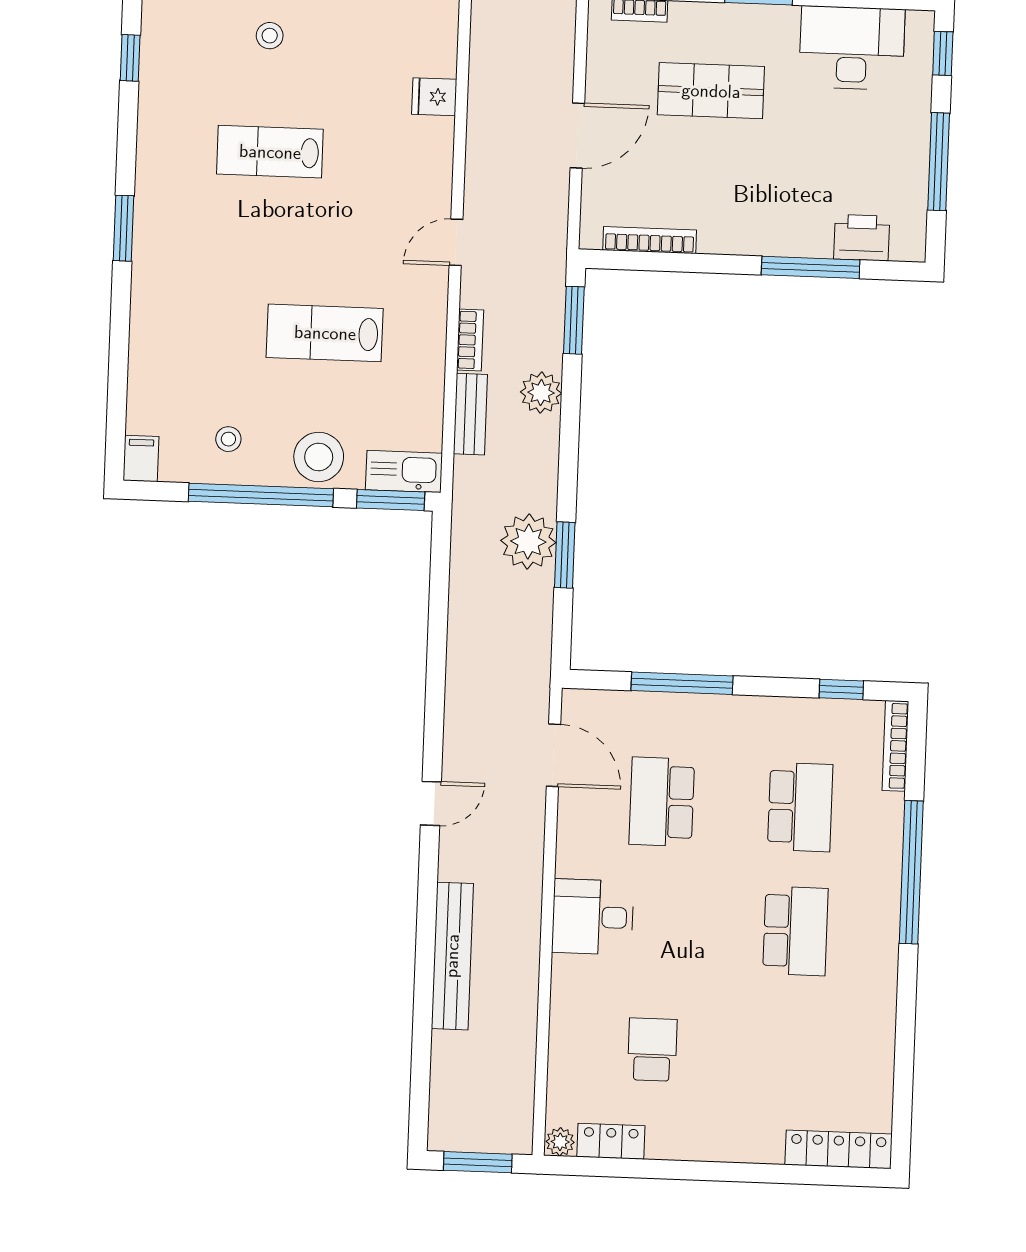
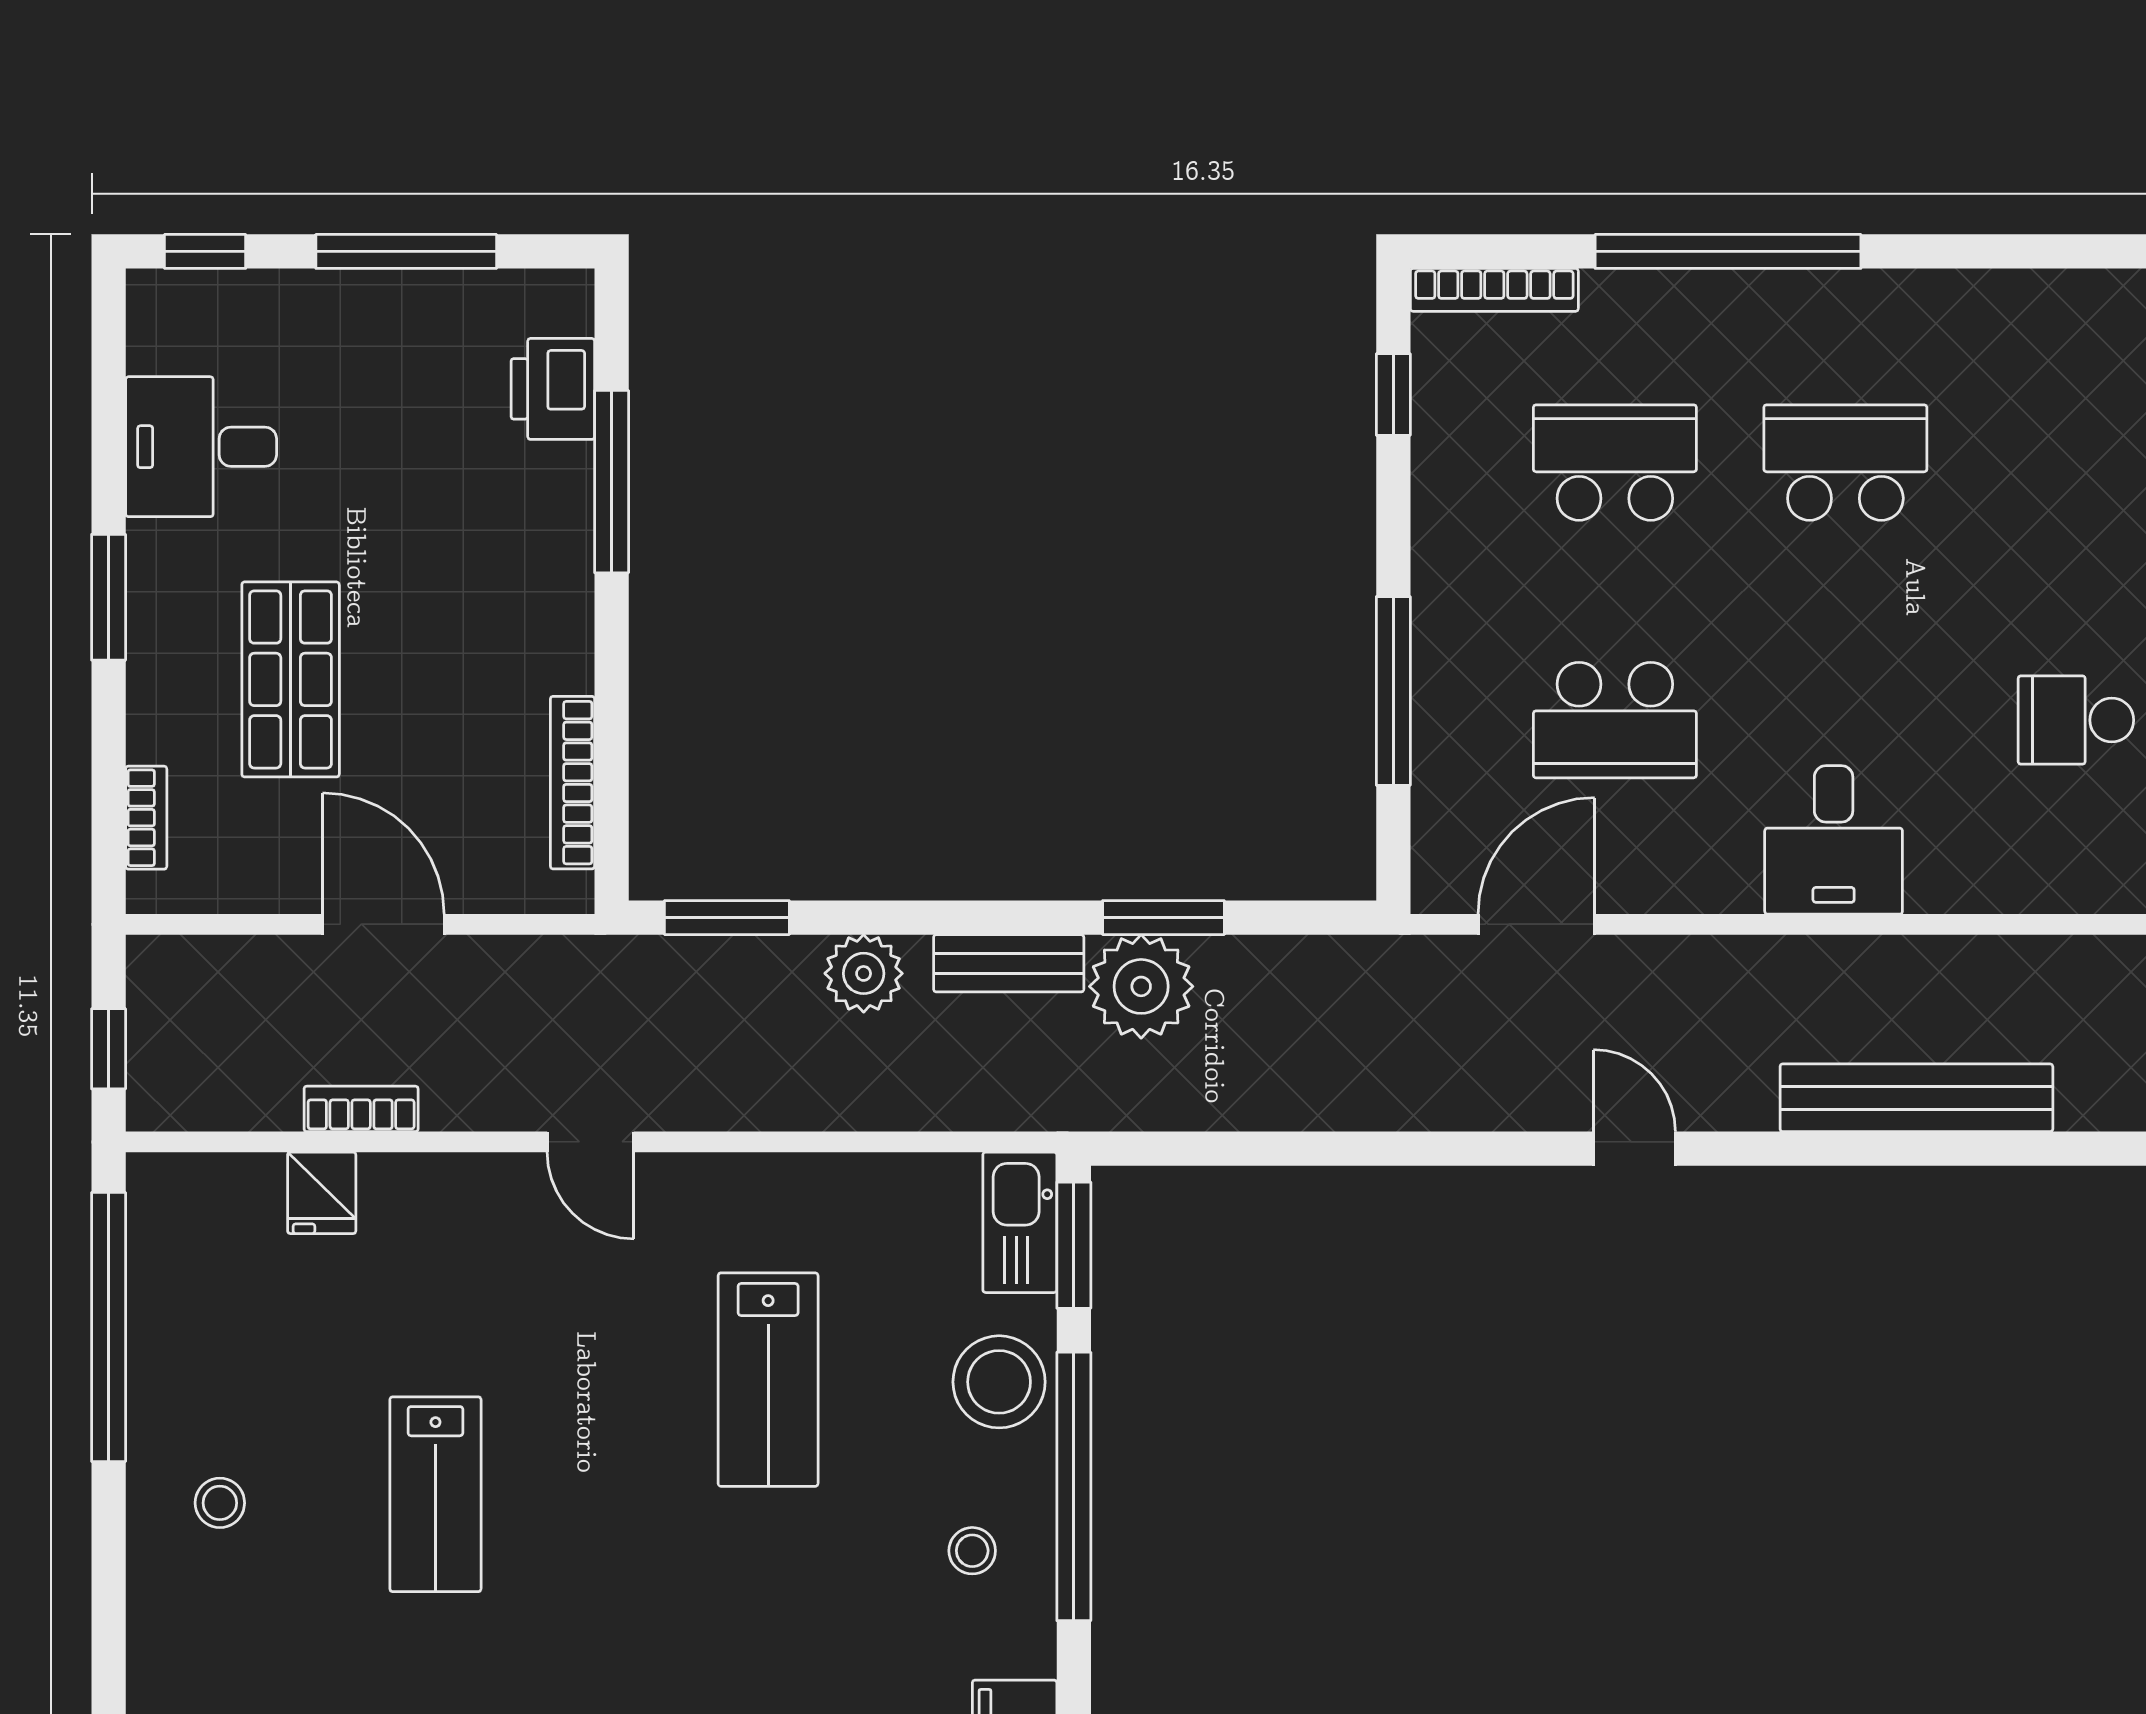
desk: (852, 48) -> (201, 447), width x0.73
bookcase: (470, 340) -> (361, 1109), moved
bench: (470, 414) -> (1009, 963), moved

